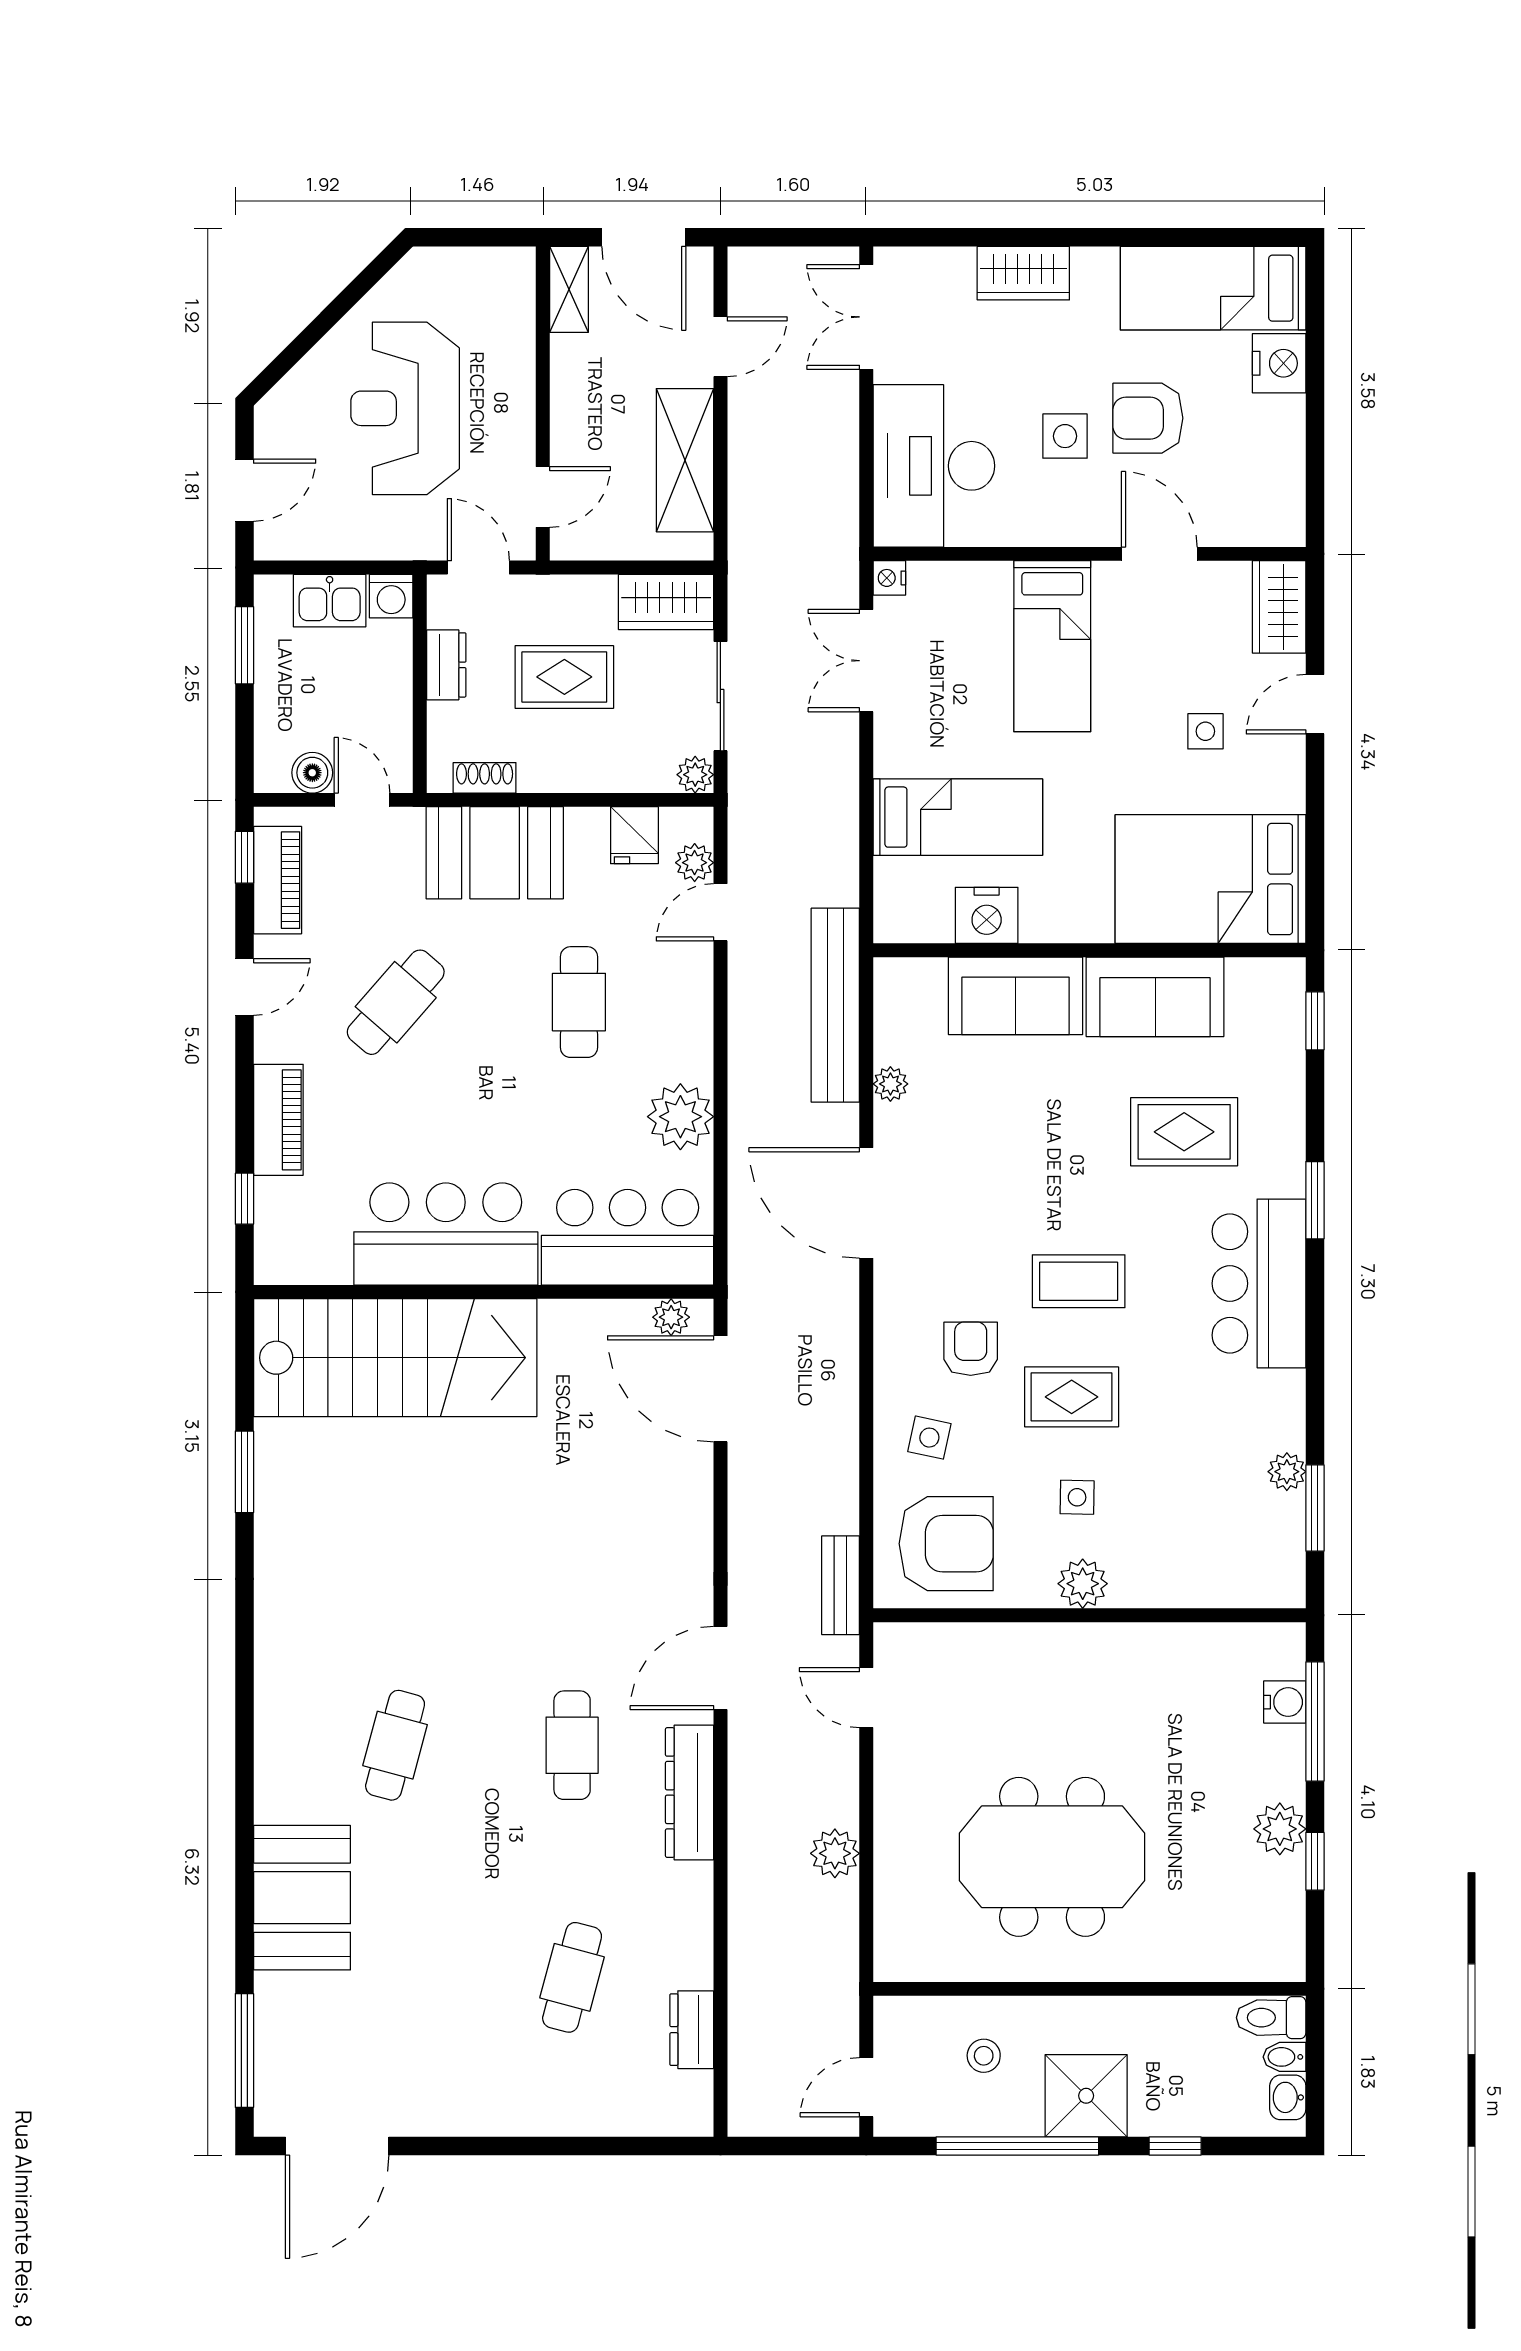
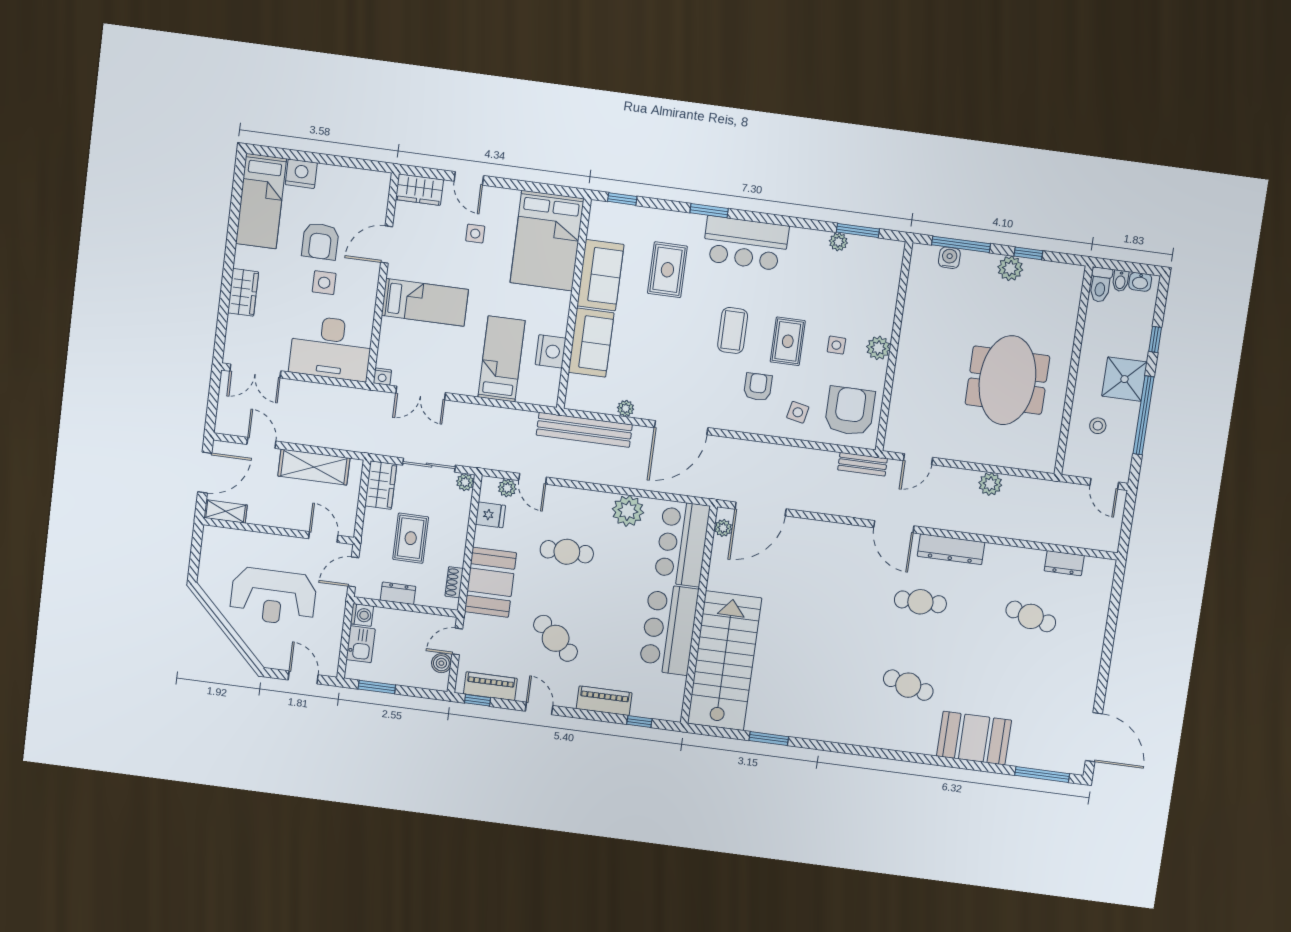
armchair: (971, 1349) -> (758, 387), turned 90

